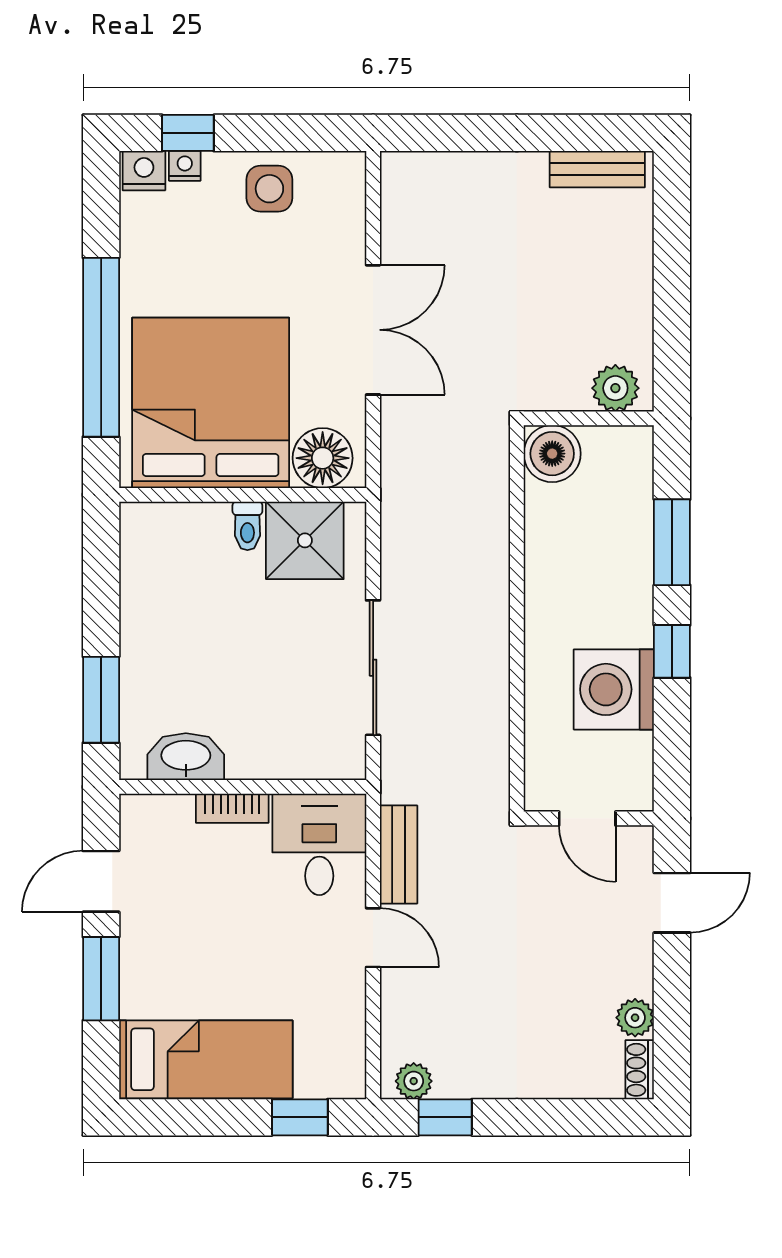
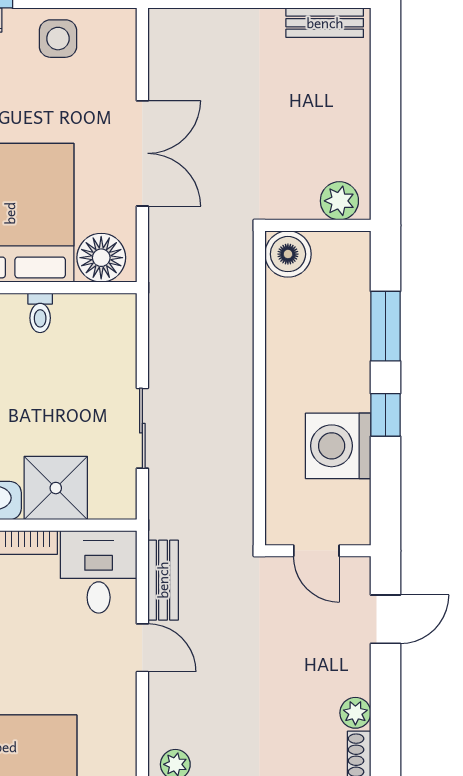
shower: (305, 540) -> (56, 488), moved
sliding door: (373, 668) -> (142, 428), width x0.73

